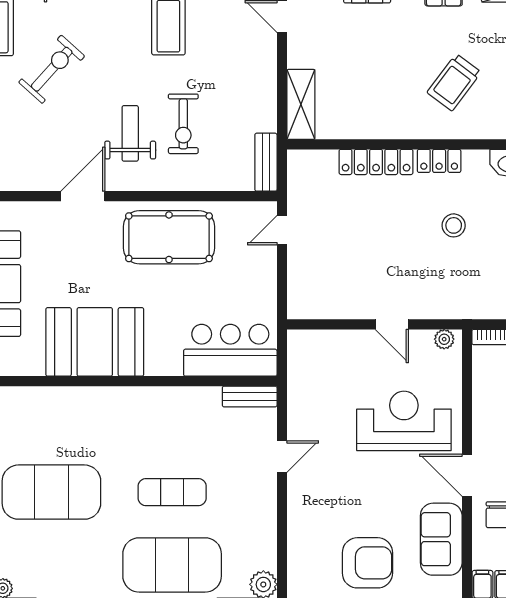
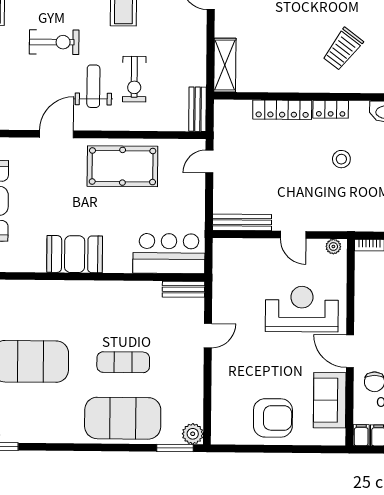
exercise bike: (52, 69) -> (54, 42), moved, turned 48
bench: (325, 309) -> (242, 222), added
booth: (95, 342) -> (75, 254), width x0.73, depth x0.70

